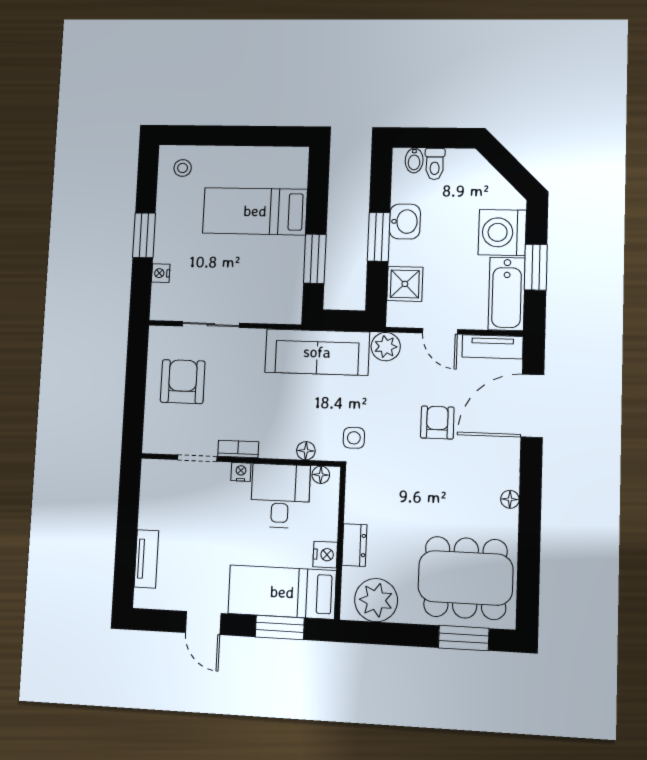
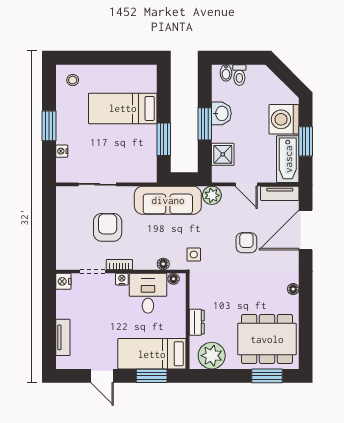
armchair: (183, 382) -> (108, 227), moved
nightstand: (325, 555) -> (63, 281), moved, turned 180

